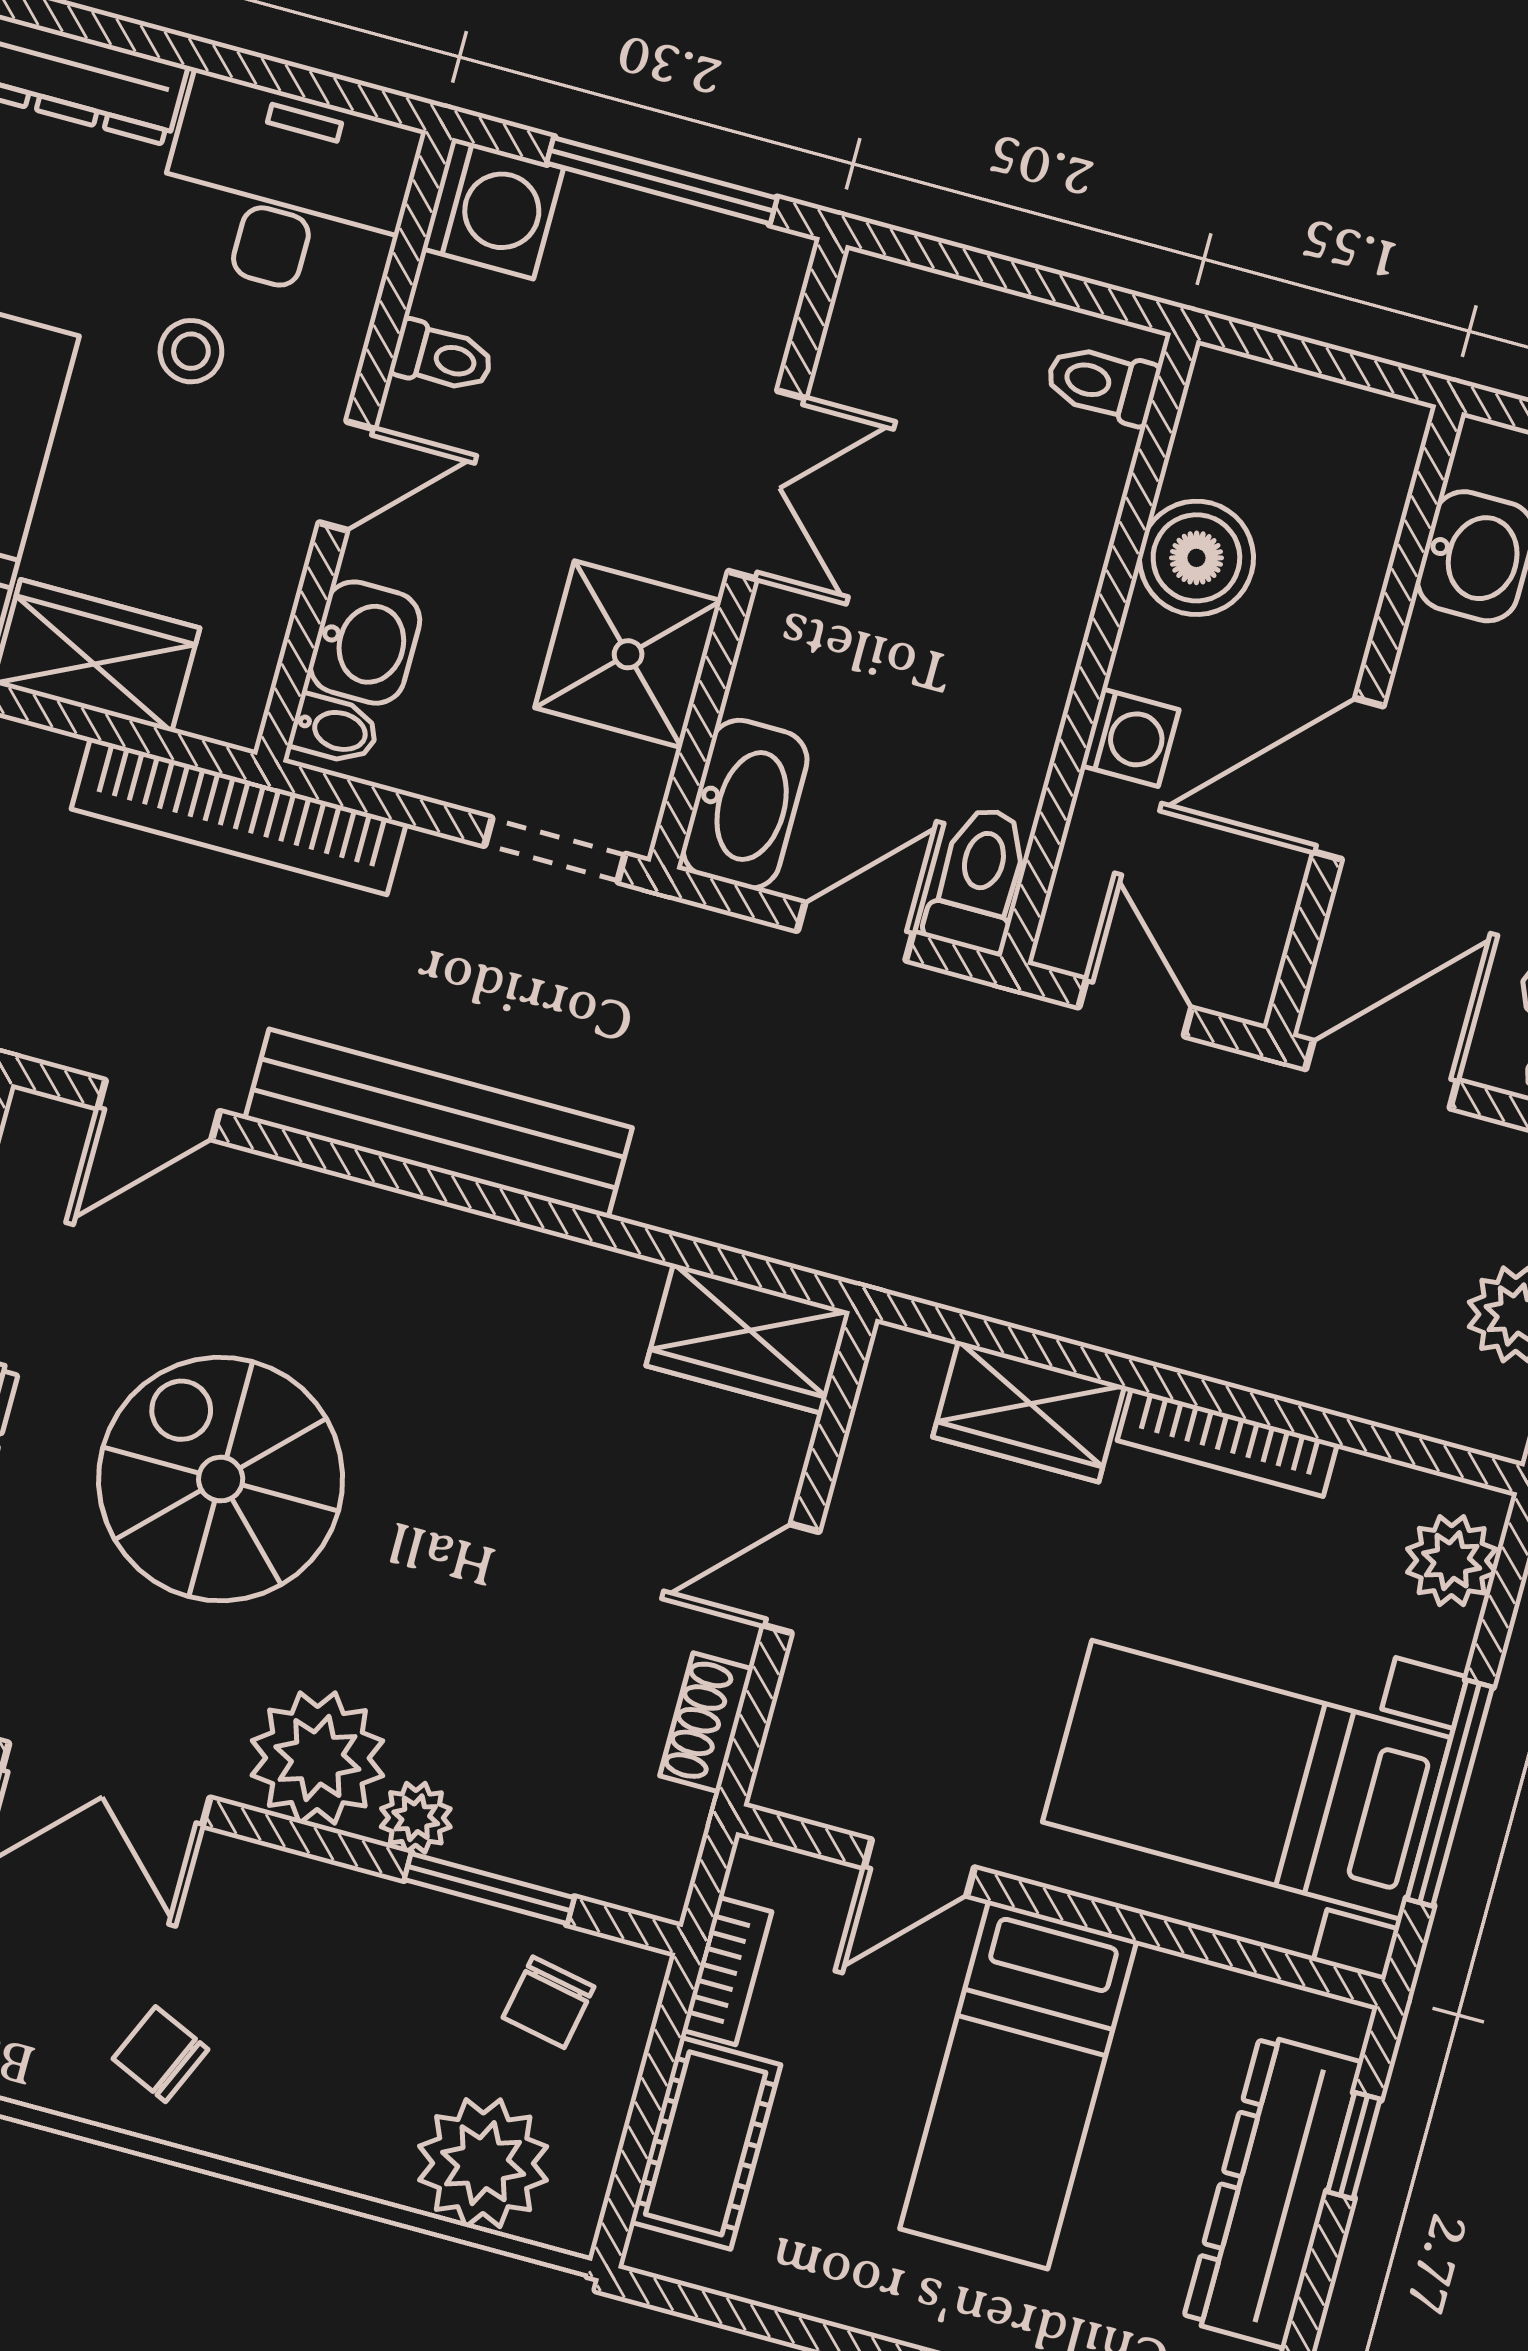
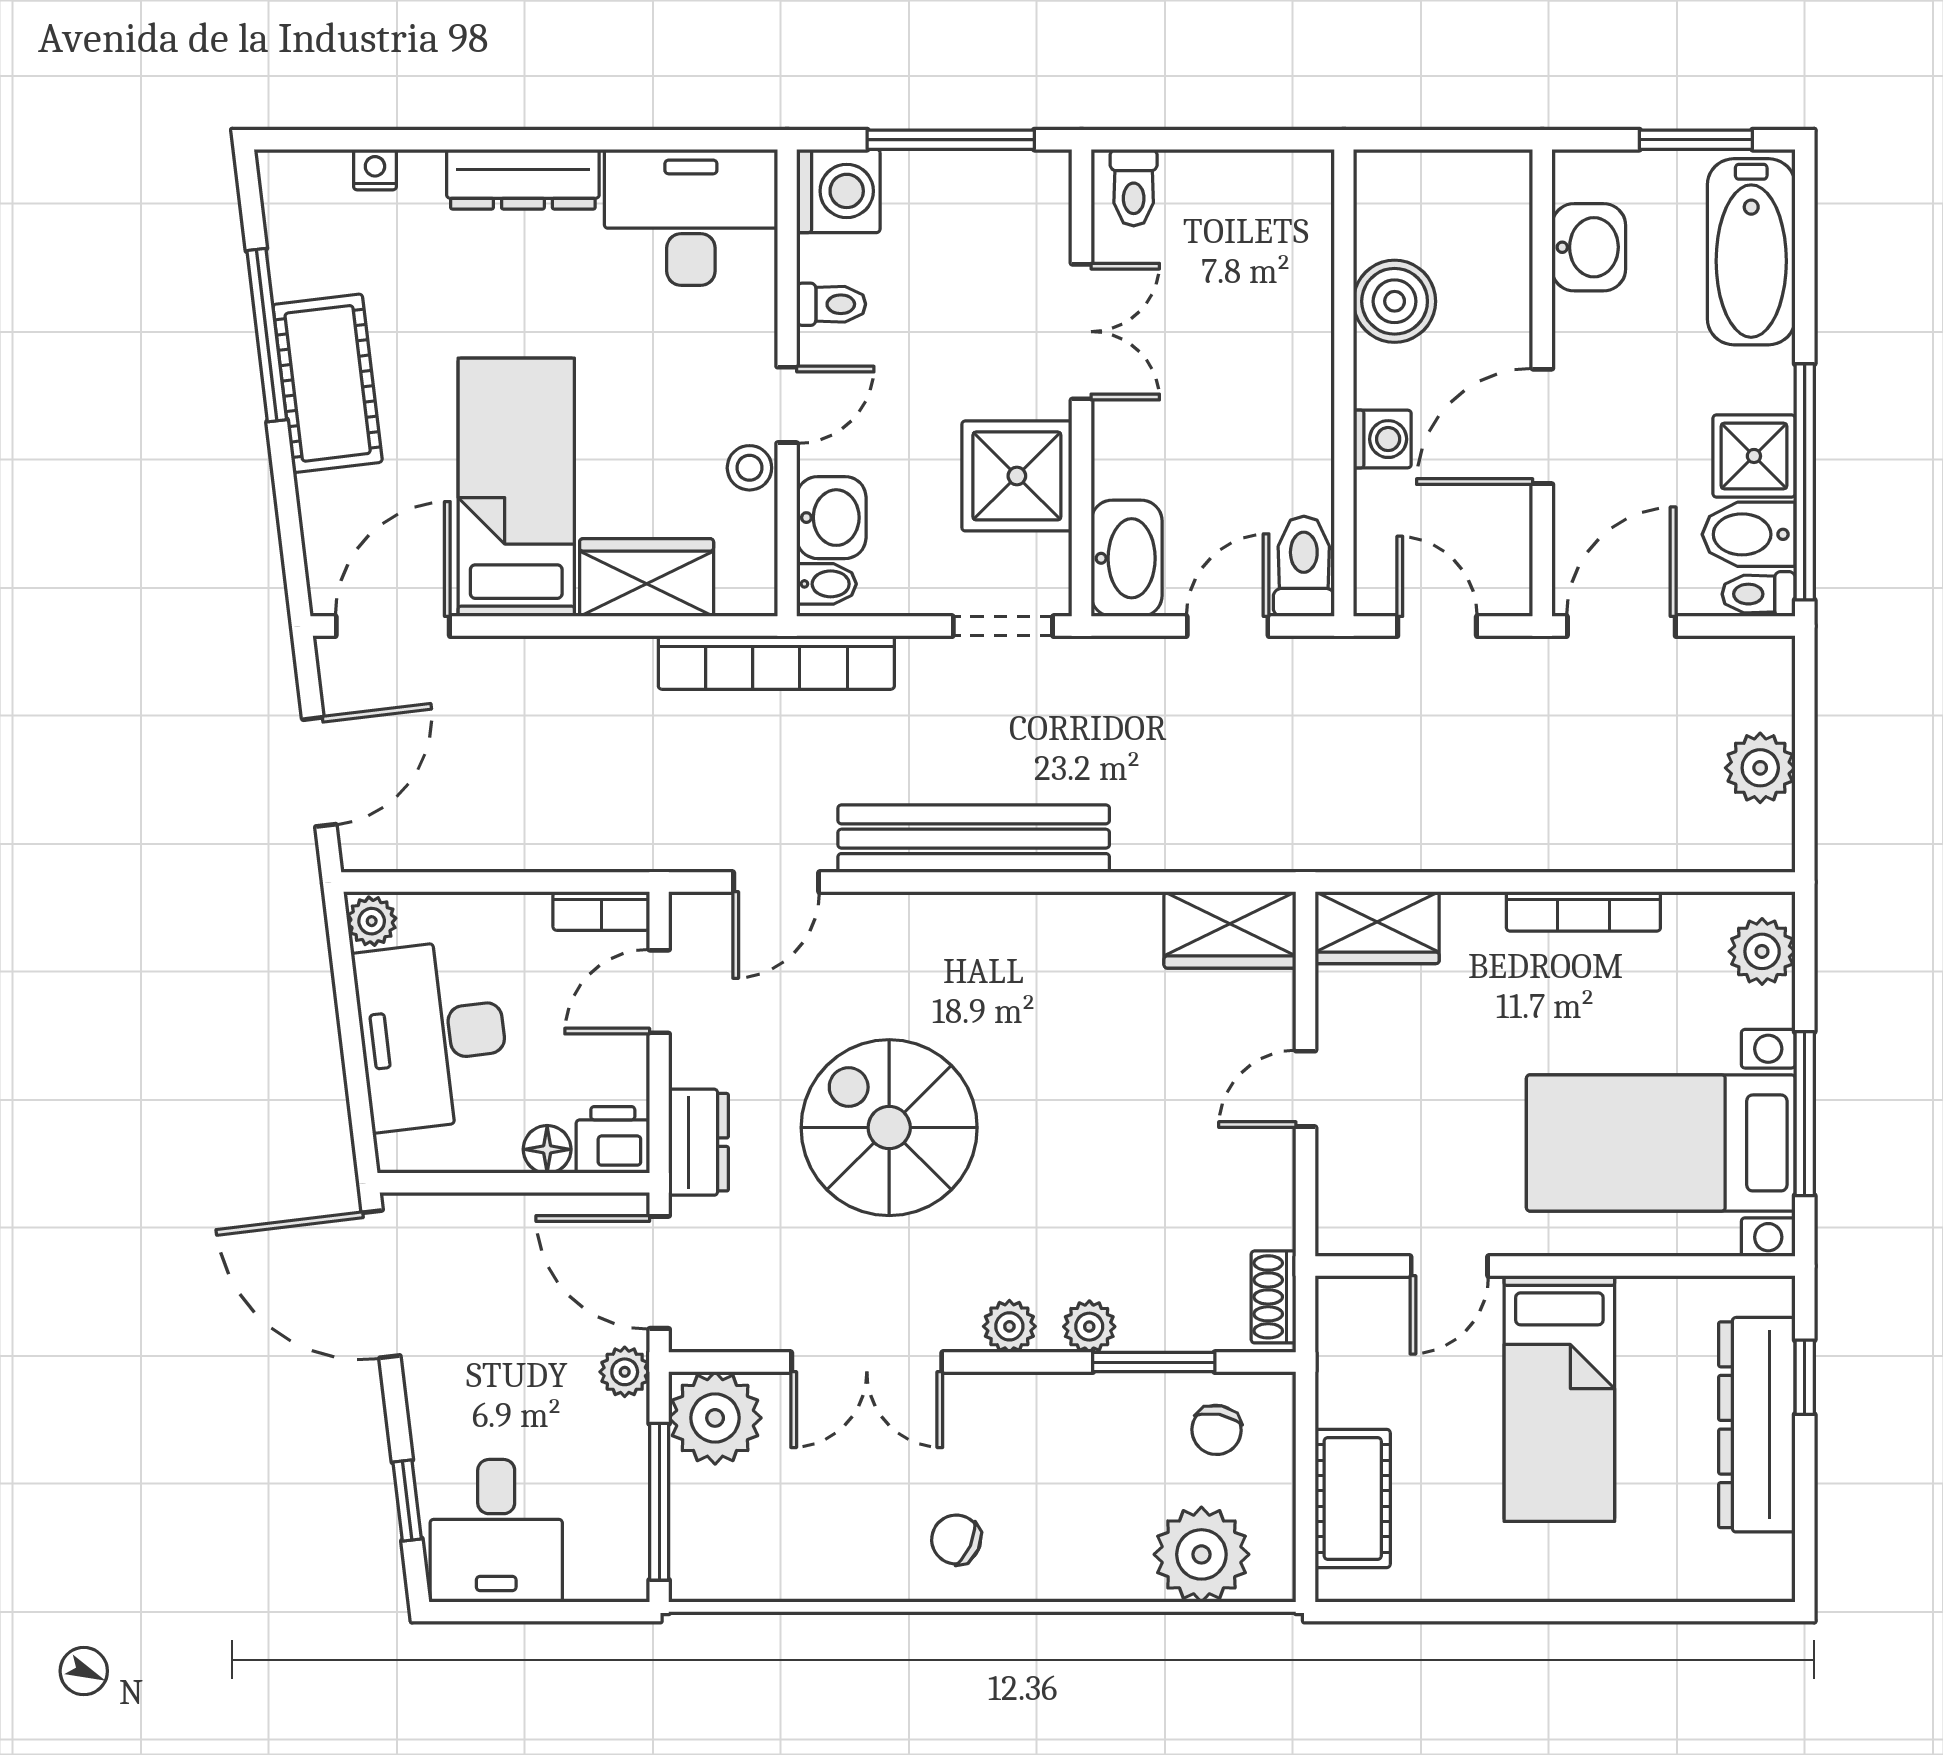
stool: (191, 351) -> (749, 468), moved
toilet: (1102, 384) -> (1134, 188), moved, turned -90
wardrobe: (1029, 1412) -> (1377, 928), moved
shoe rack: (706, 1722) -> (1274, 1297), moved
plant: (317, 1758) -> (1009, 1326), width x0.53, depth x0.53
bookcase: (727, 1971) -> (1335, 1374), removed

